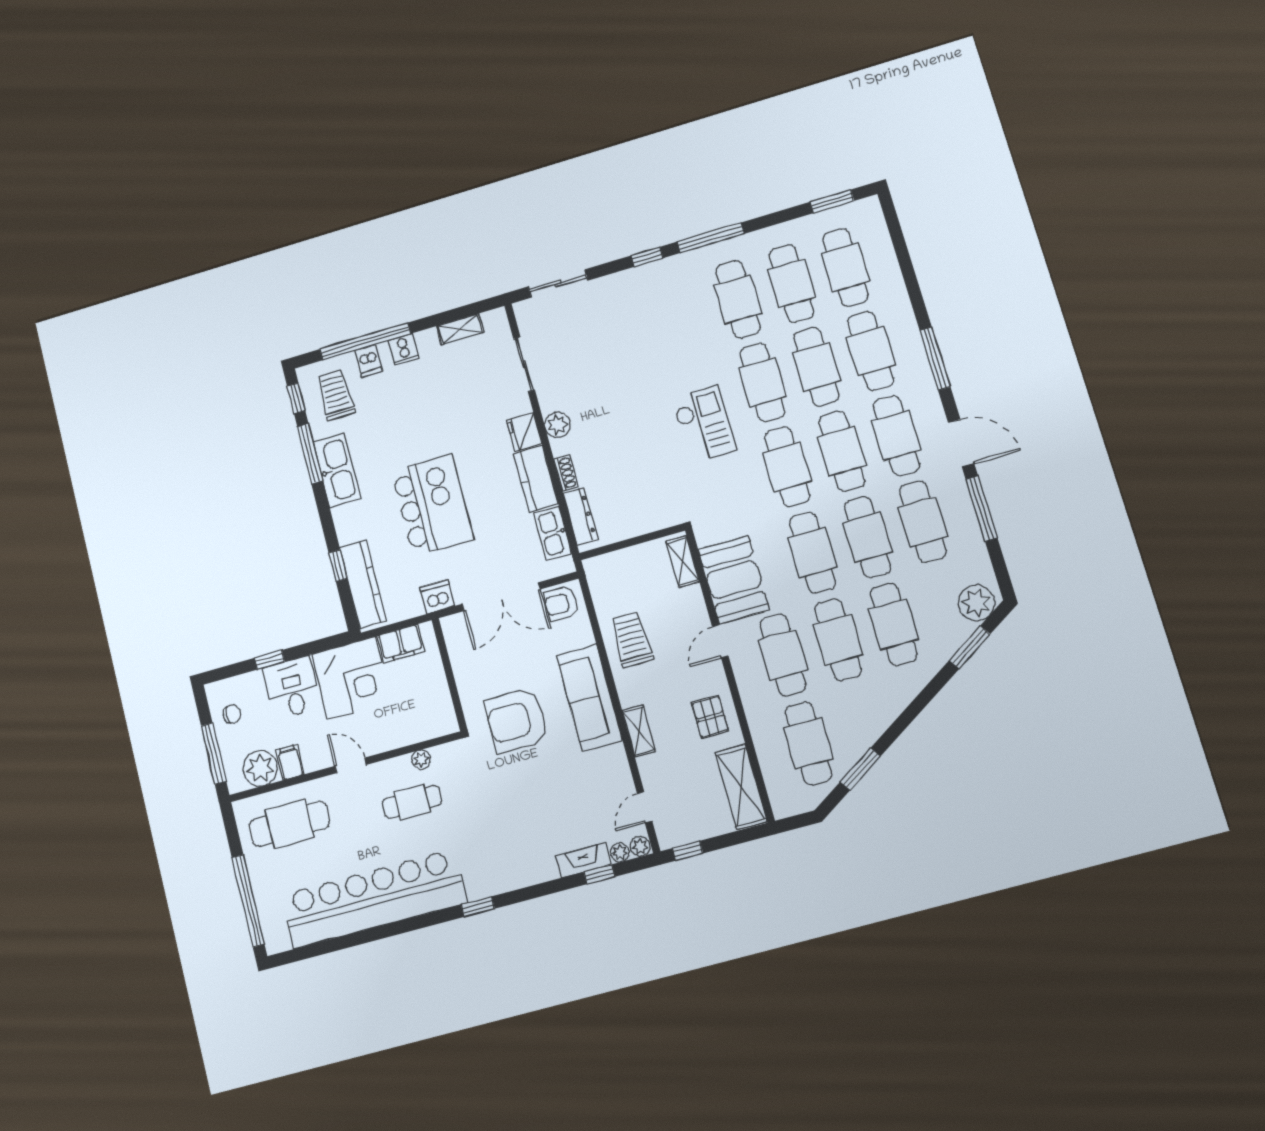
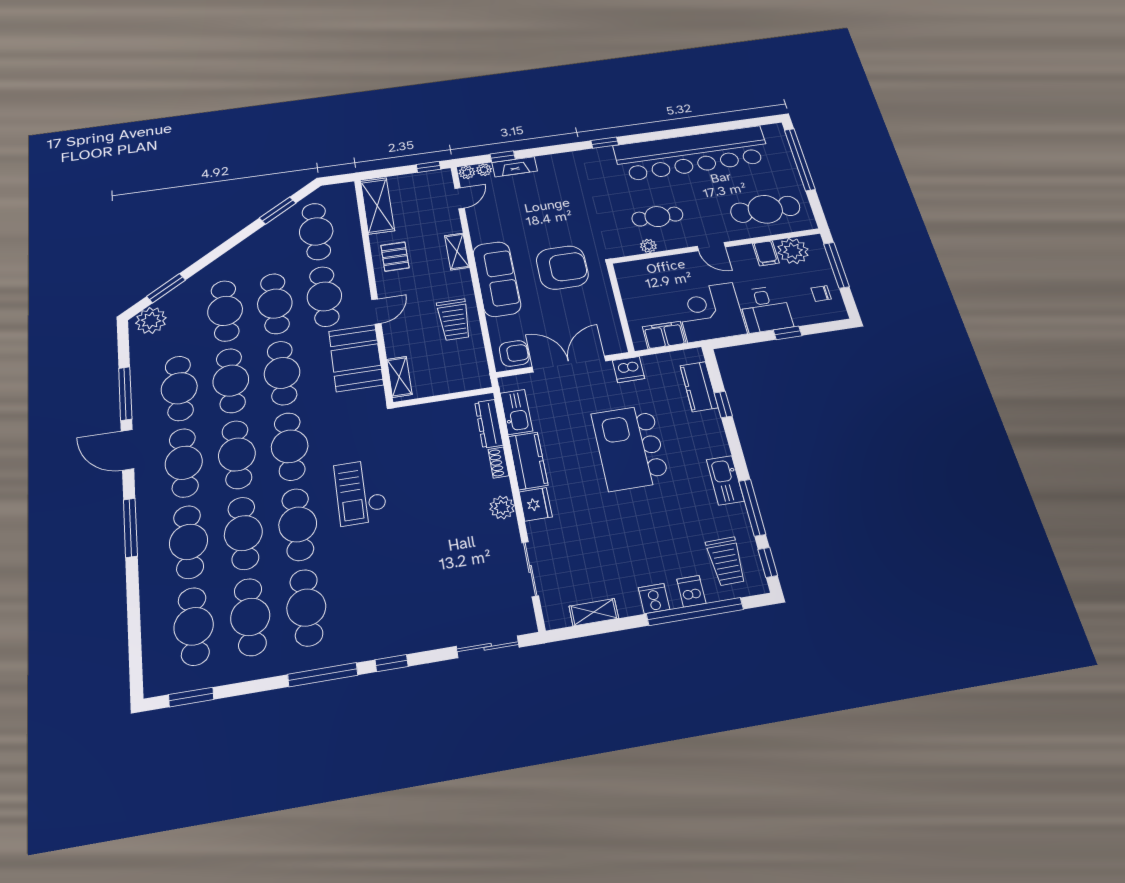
kitchen sink: (337, 470) -> (725, 480), width x0.73, depth x0.81
kitchen counter: (363, 584) -> (699, 387), width x0.67

